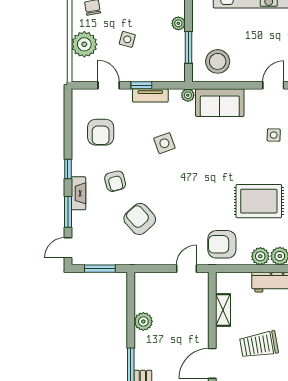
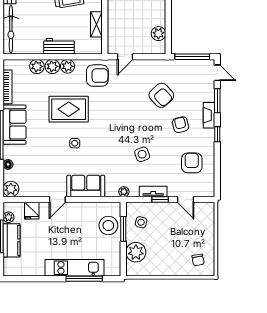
plant: (178, 23) -> (136, 252), width x1.88, depth x1.88
side table: (127, 39) -> (141, 222), moved
plant: (84, 44) -> (204, 231), removed
stool: (218, 61) -> (108, 225), moved
sofa: (220, 103) -> (86, 186), moved
side table: (274, 135) -> (75, 143), moved
door: (68, 248) -> (217, 73), hinge flipped
window: (100, 269) -> (192, 57), width x1.44
plant: (143, 321) -> (158, 34), moved

